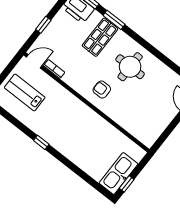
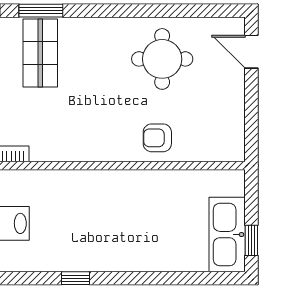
round table: (130, 67) -> (162, 59), moved
armchair: (102, 89) -> (157, 138), moved

